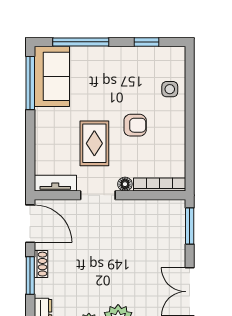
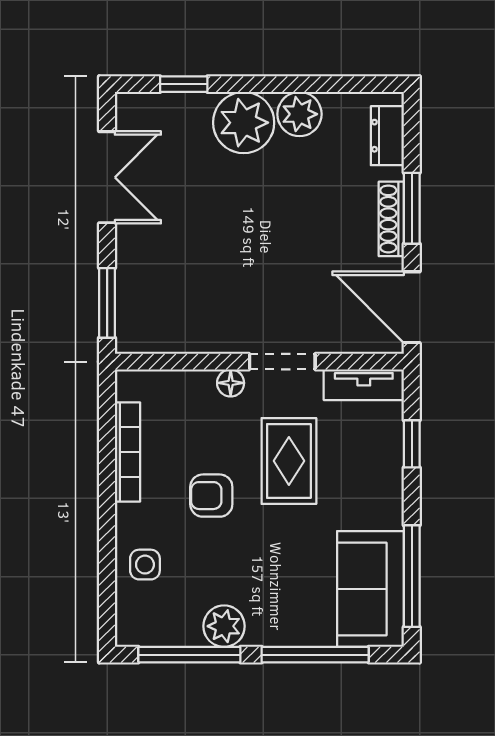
window: (147, 42) -> (189, 655), width x2.17
plant: (128, 57) -> (224, 626), added
window: (30, 152) -> (412, 444), added
bookcase: (160, 185) -> (128, 452), moved, turned -90
shoe rack: (41, 264) -> (391, 219), width x1.43

